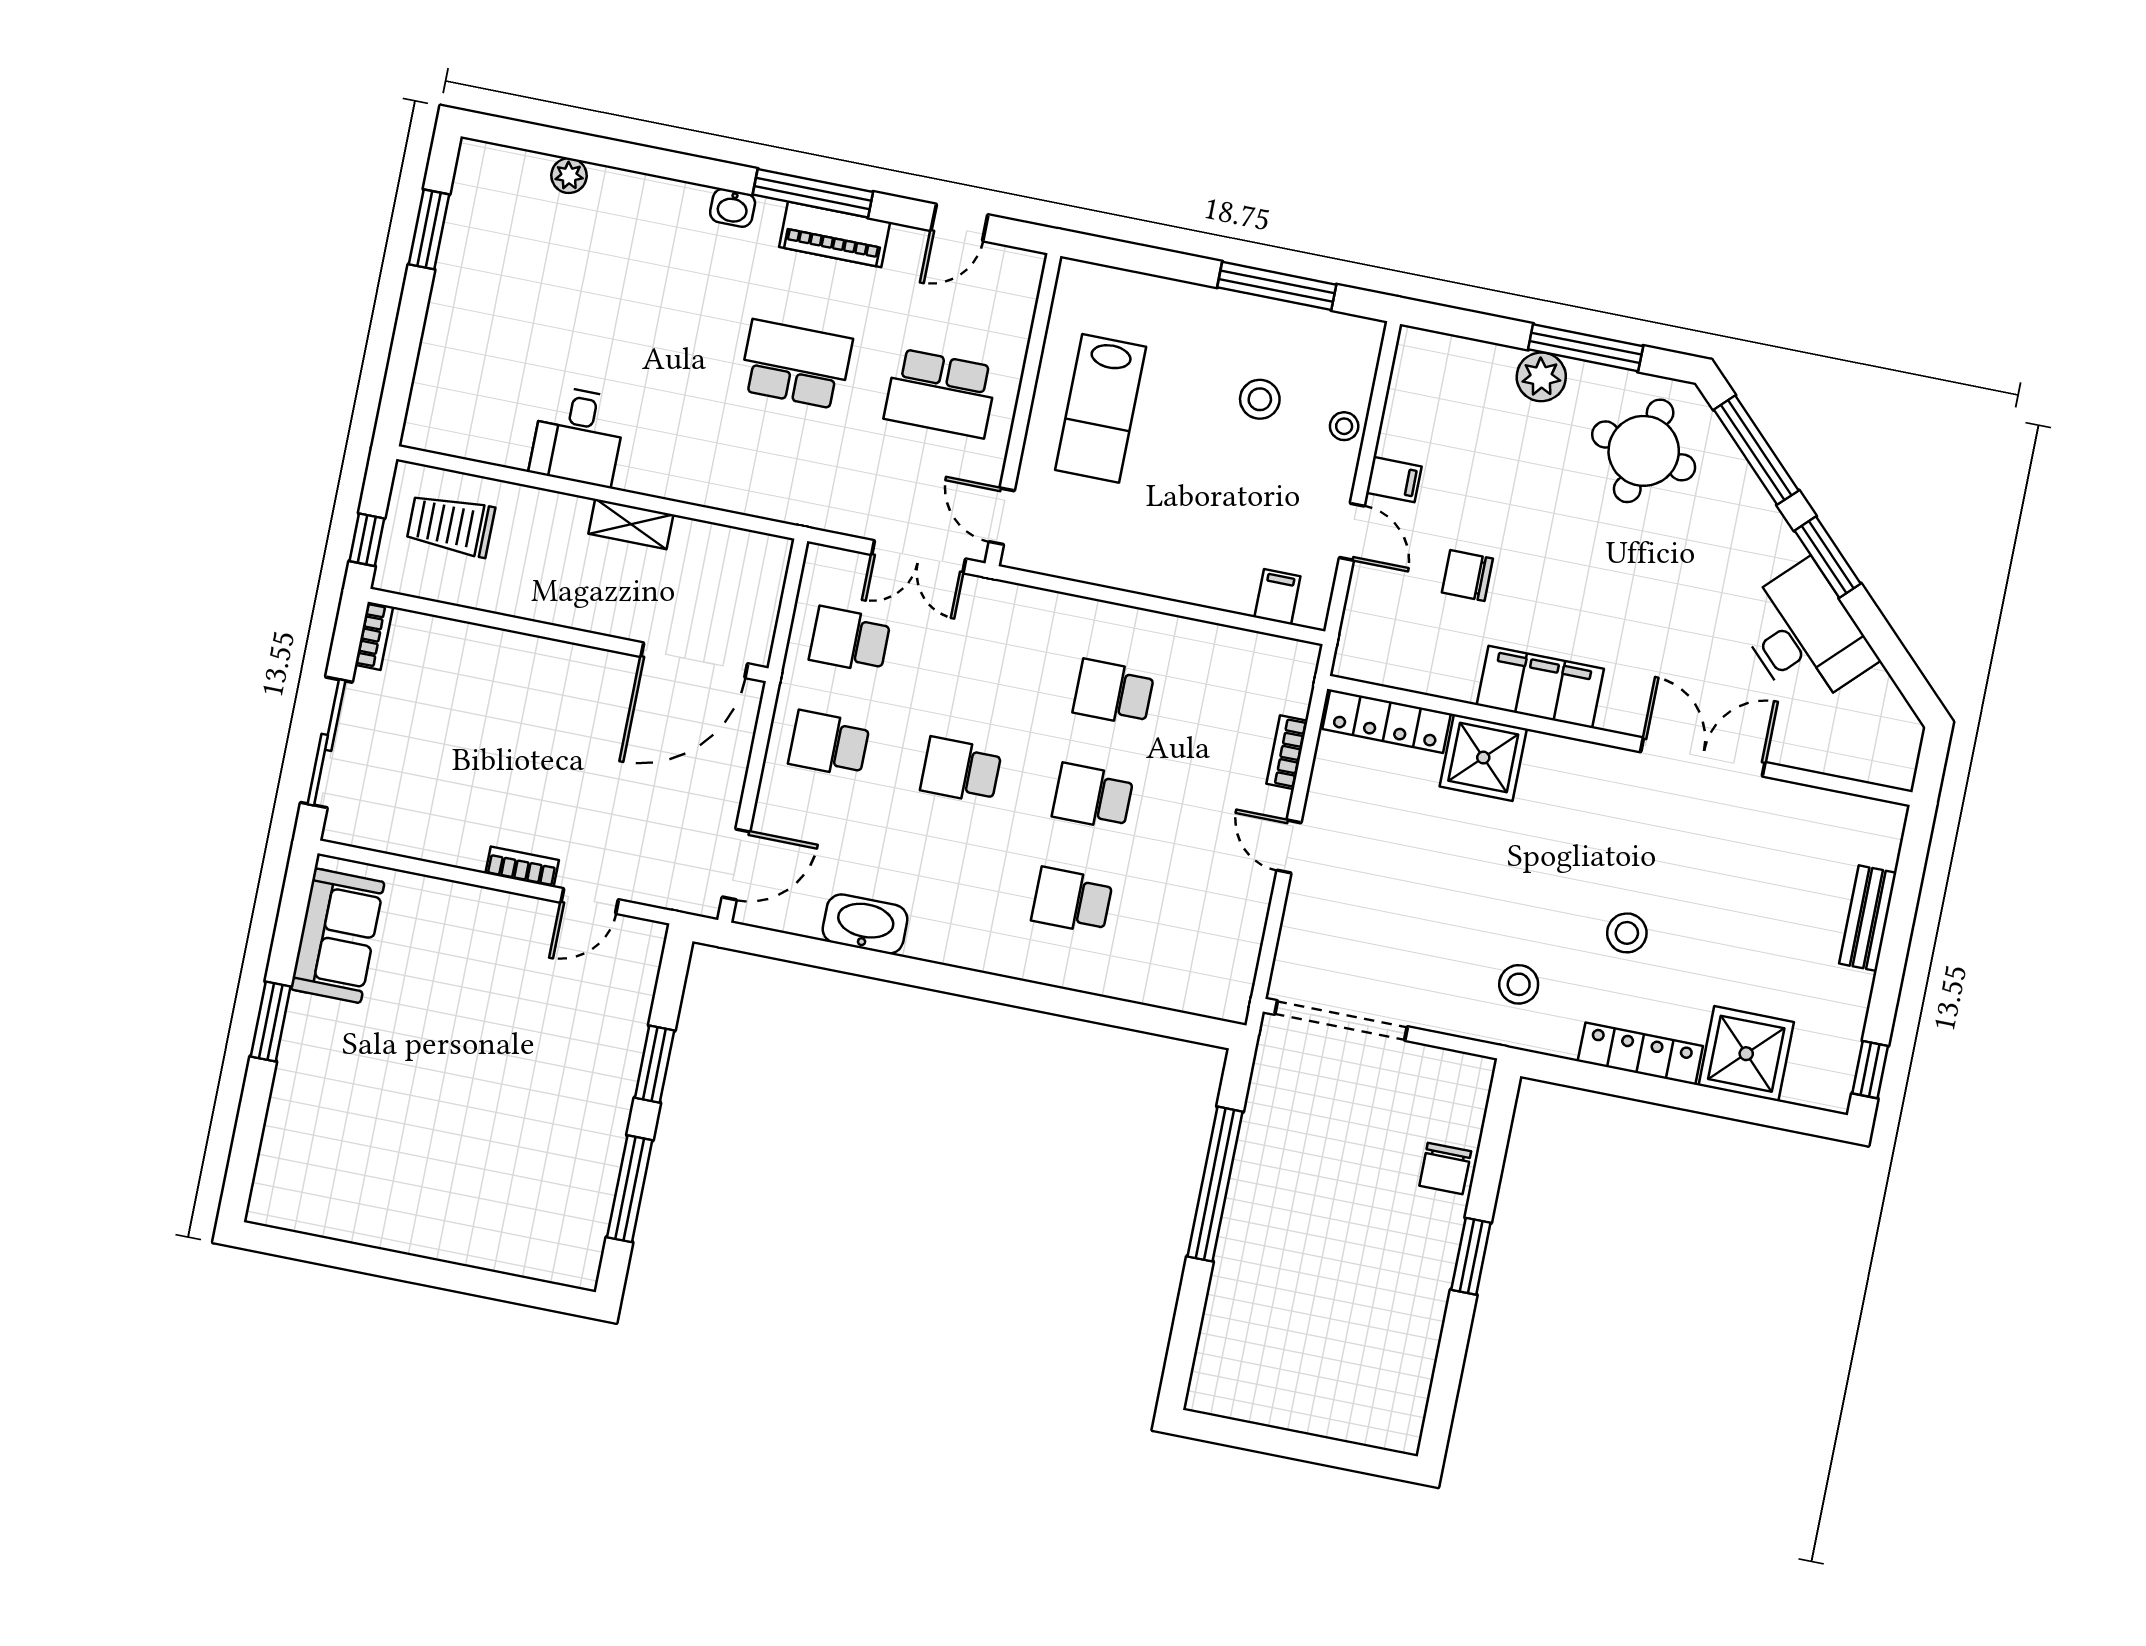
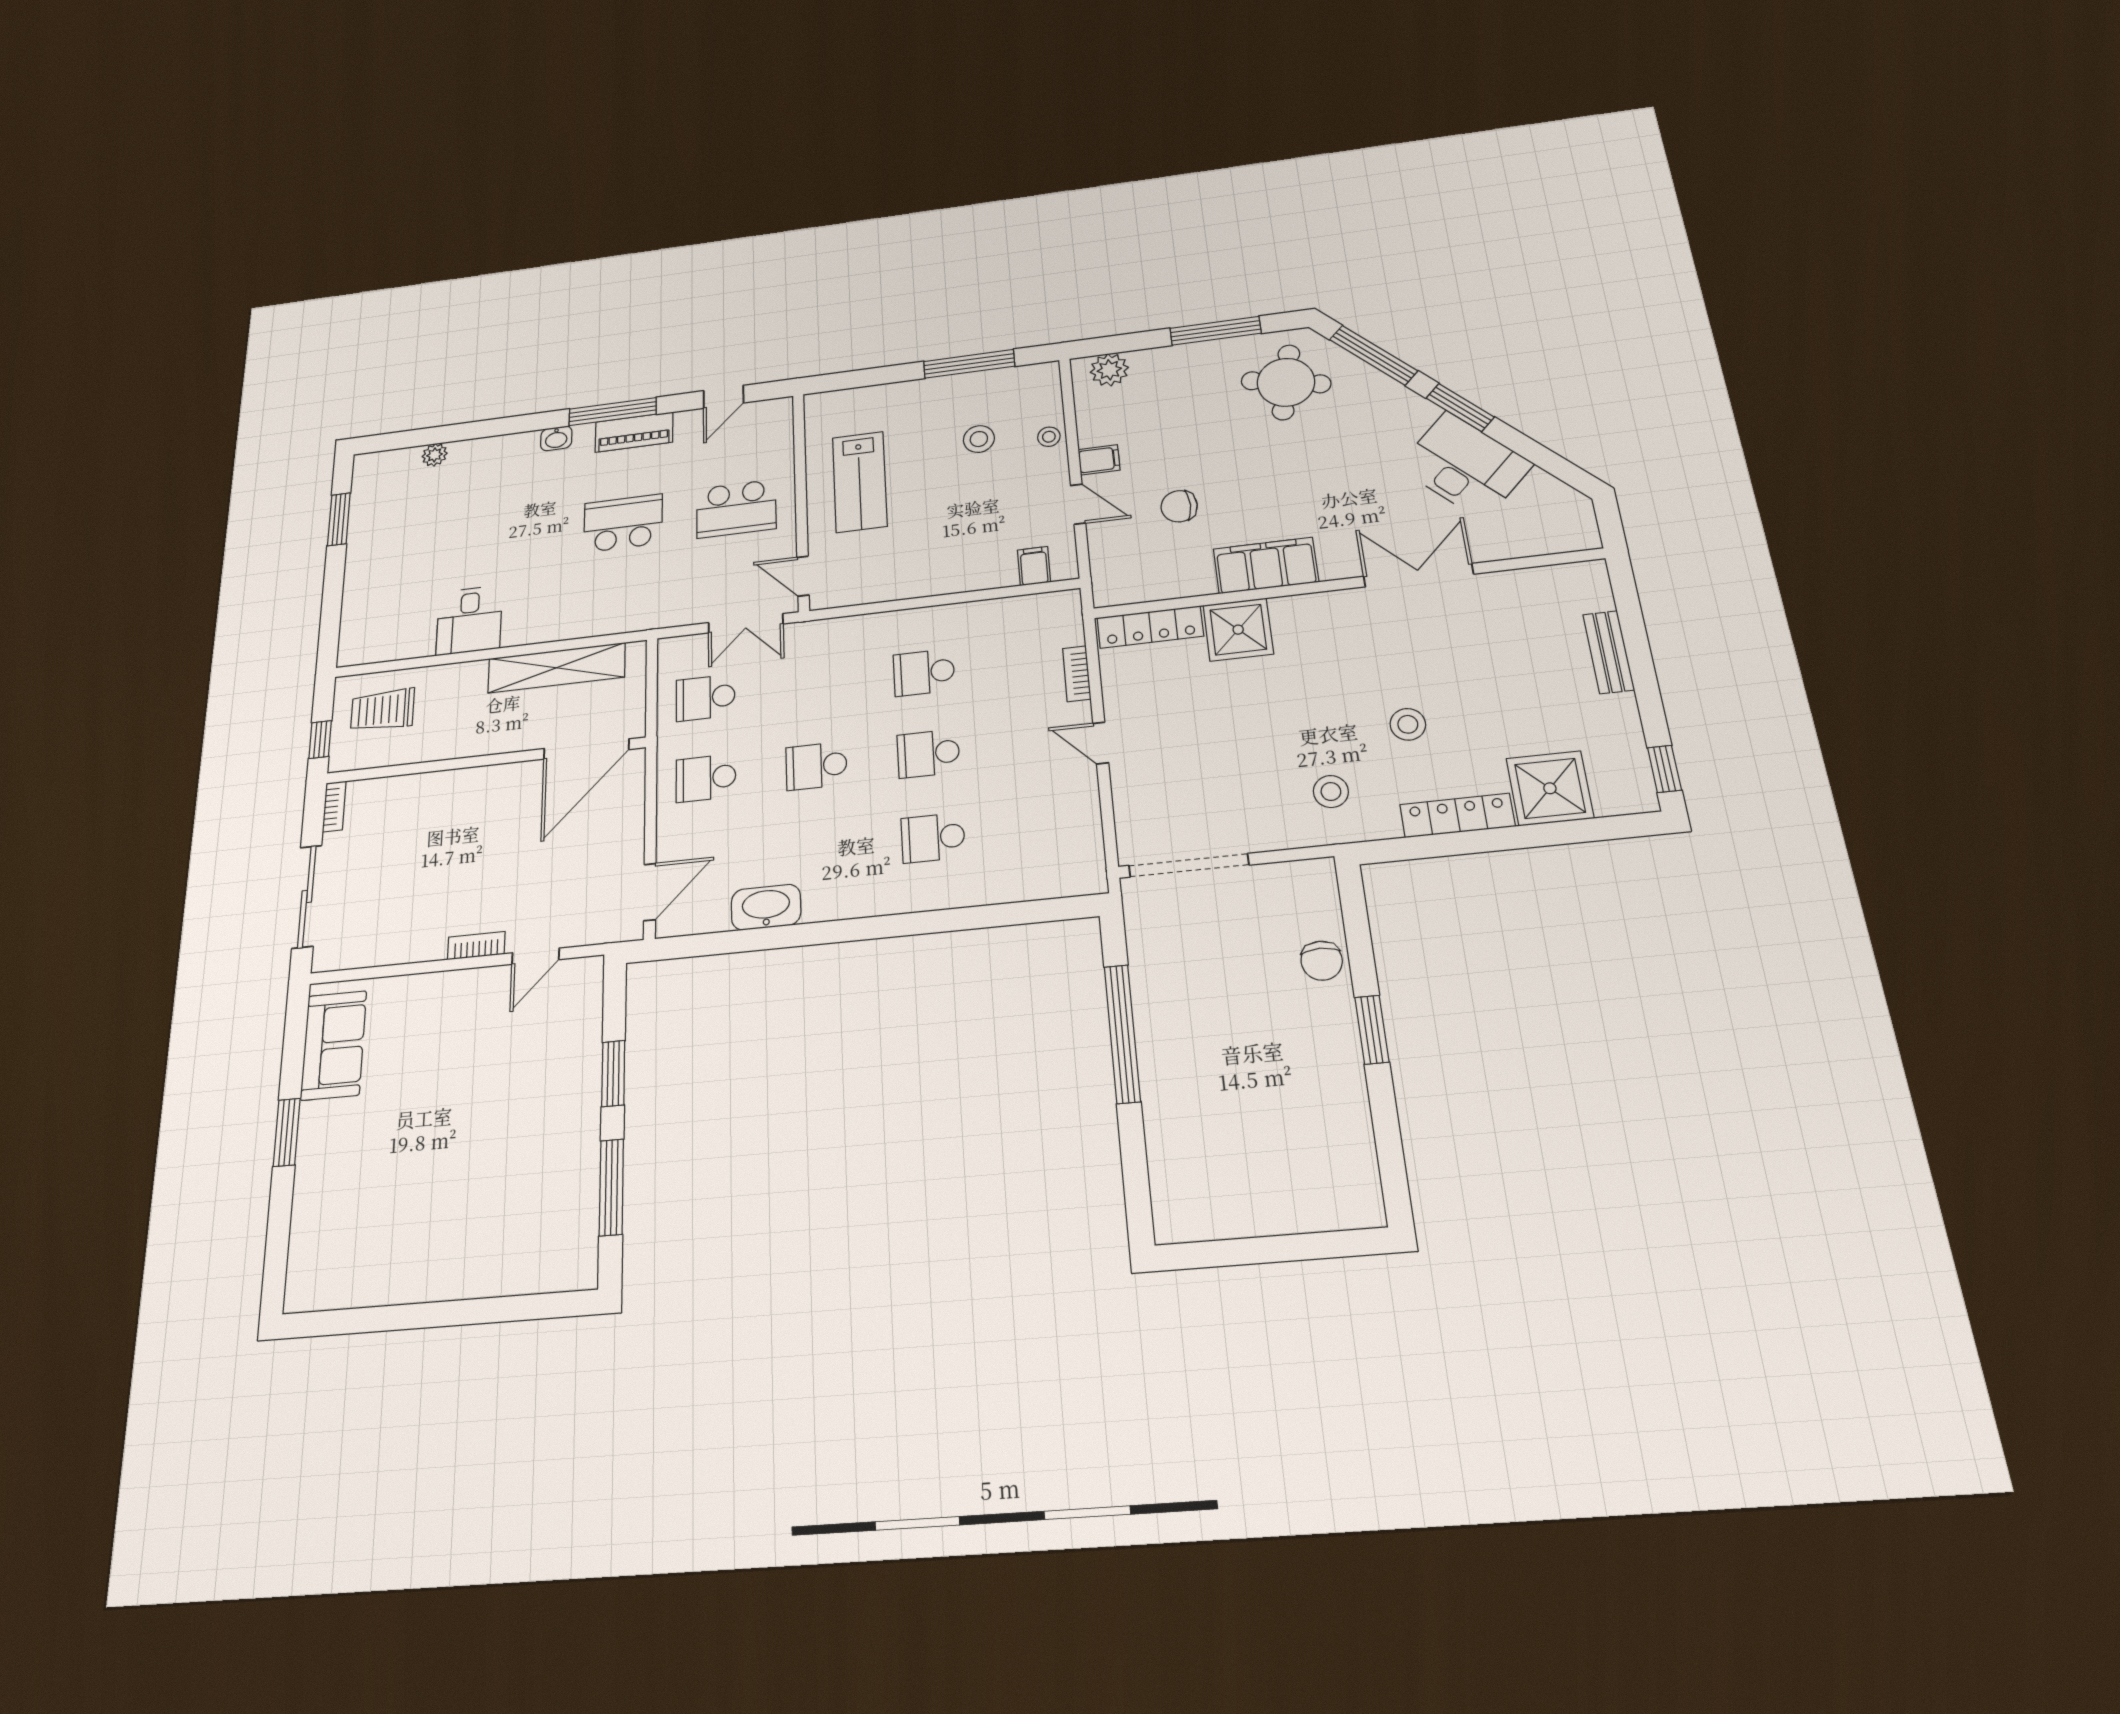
plant: (1541, 377) -> (1109, 370), moved
shelving: (631, 524) -> (557, 668), width x2.20, depth x1.33

